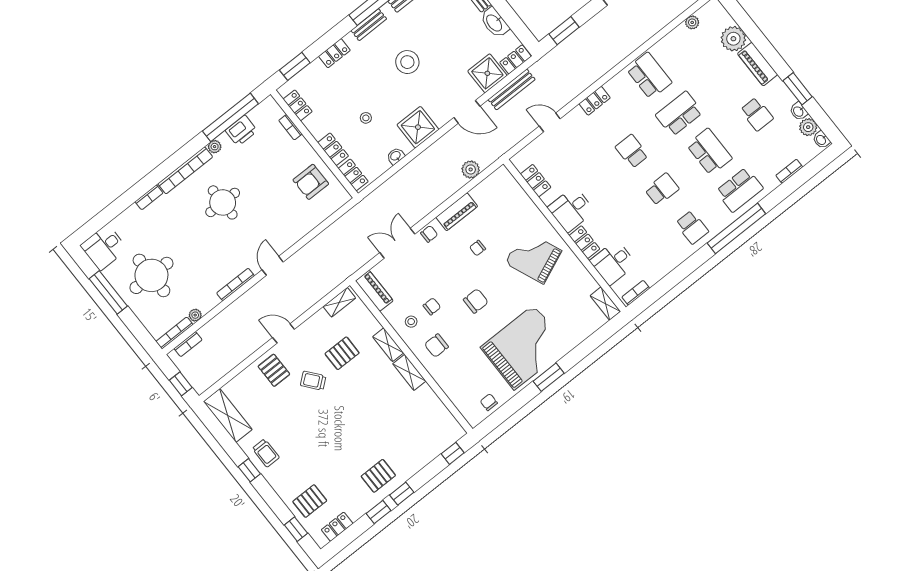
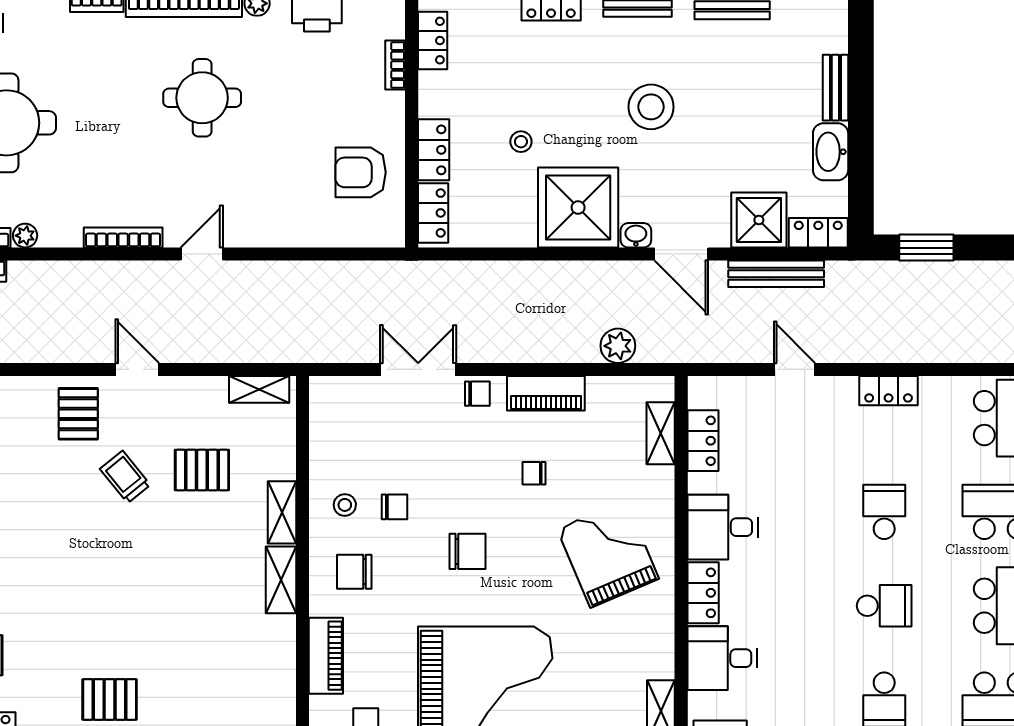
shower: (418, 127) -> (578, 207), width x1.37, depth x1.37
washbasin: (396, 156) -> (636, 235), moved
shelving: (516, 191) -> (661, 433), added
piano: (374, 291) -> (326, 656), moved

